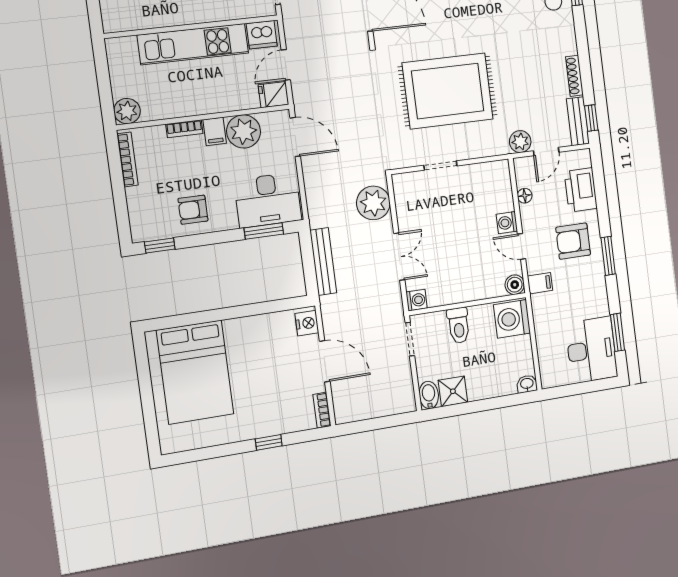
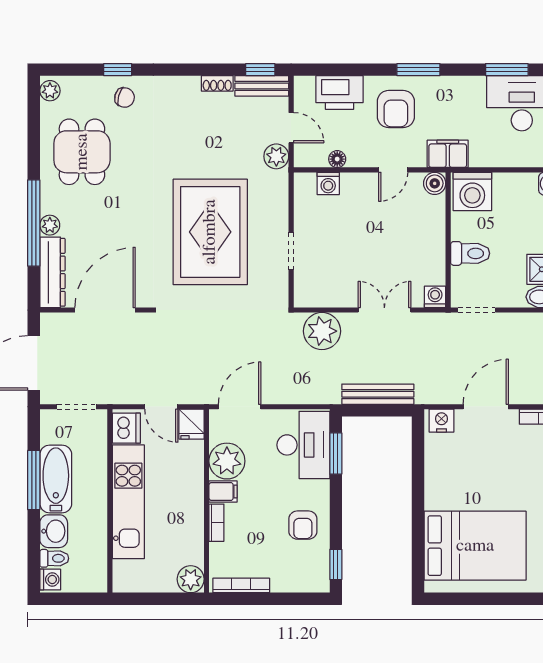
shoe rack: (574, 76) -> (217, 83), width x0.70
washing machine: (507, 223) -> (328, 183), moved
filing cabinet: (540, 283) -> (448, 154), width x2.00

